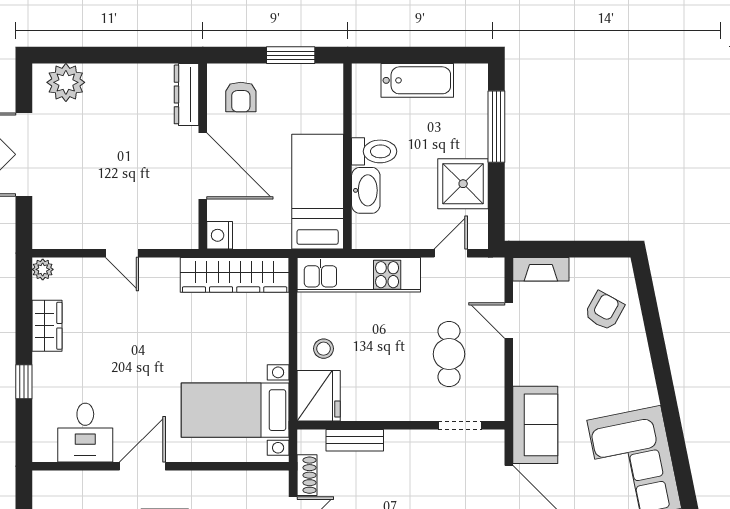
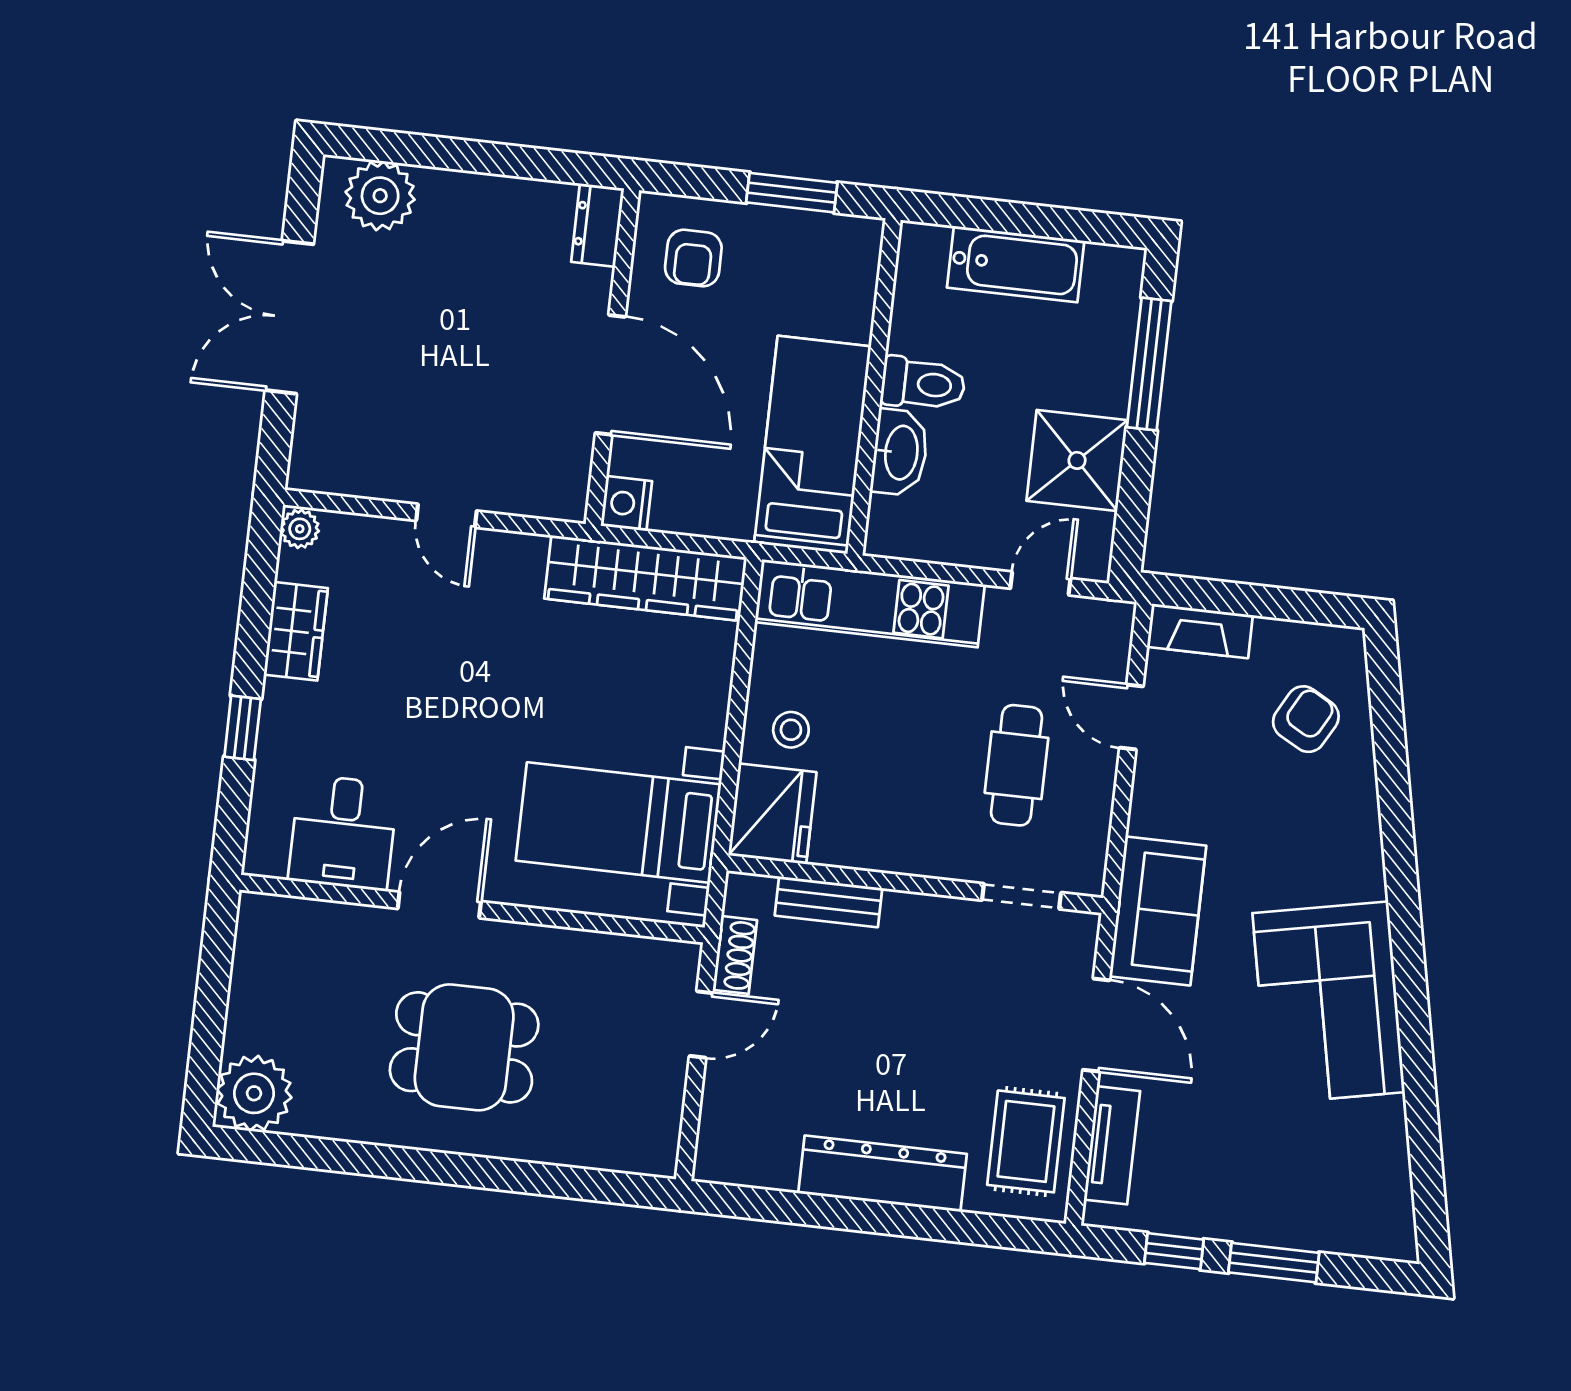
dresser: (186, 94) -> (598, 225), width x0.70

